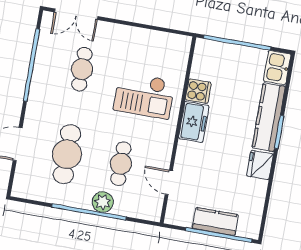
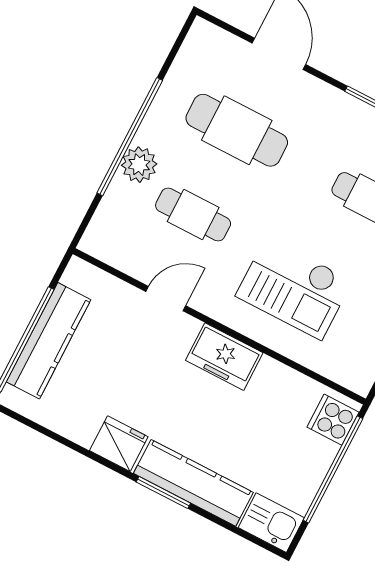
cooker: (198, 91) -> (333, 420), moved, turned 90
checkout: (144, 95) -> (294, 288), turned -90
door: (169, 182) -> (166, 299), moved
kitchen counter: (215, 221) -> (49, 341), width x1.50

